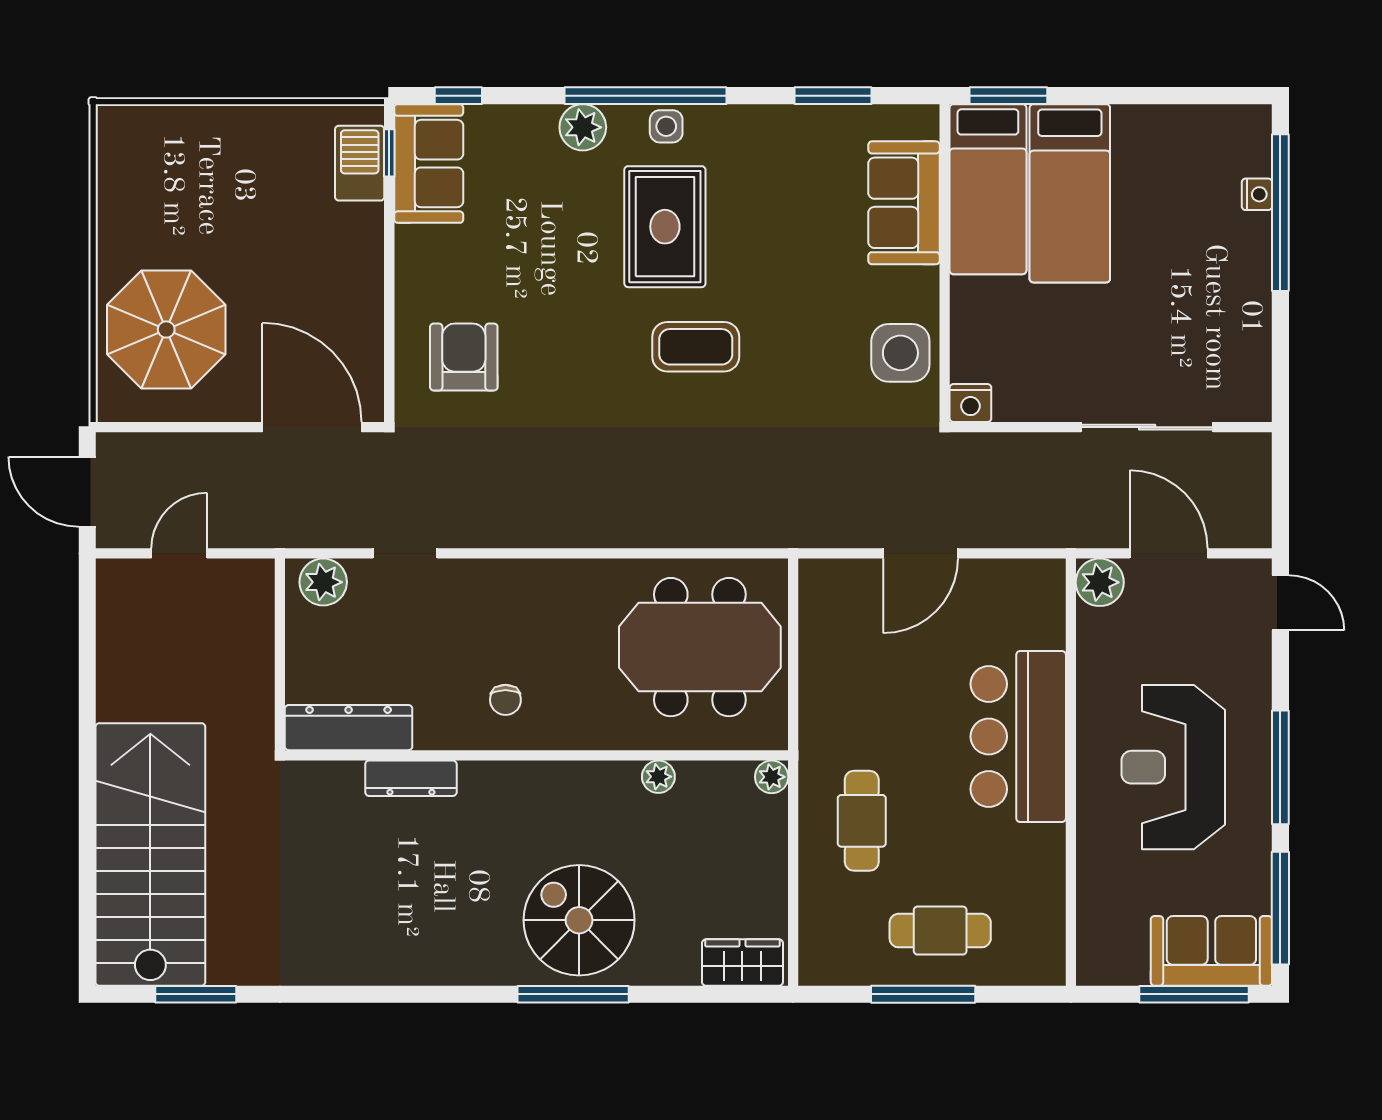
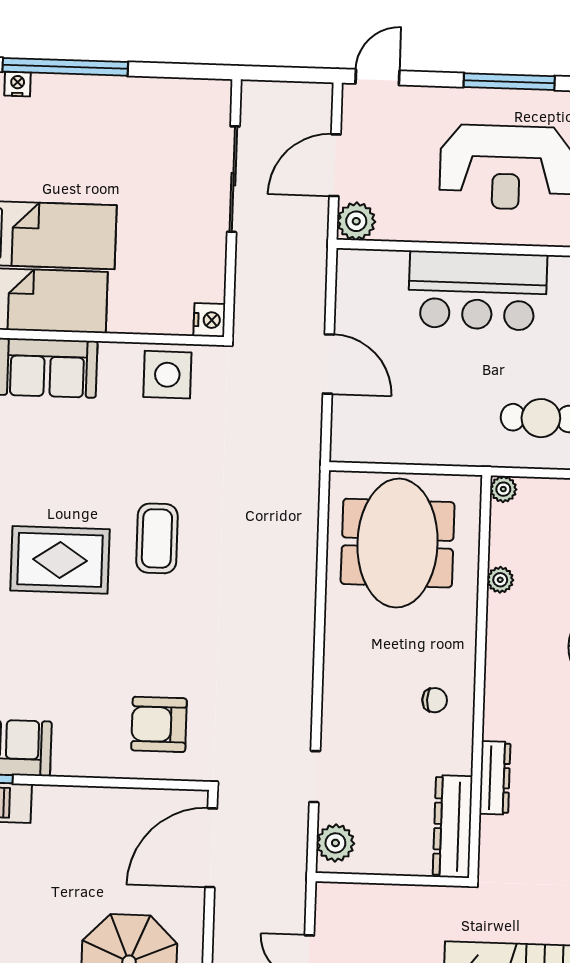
nightstand: (1257, 194) -> (18, 84), moved

